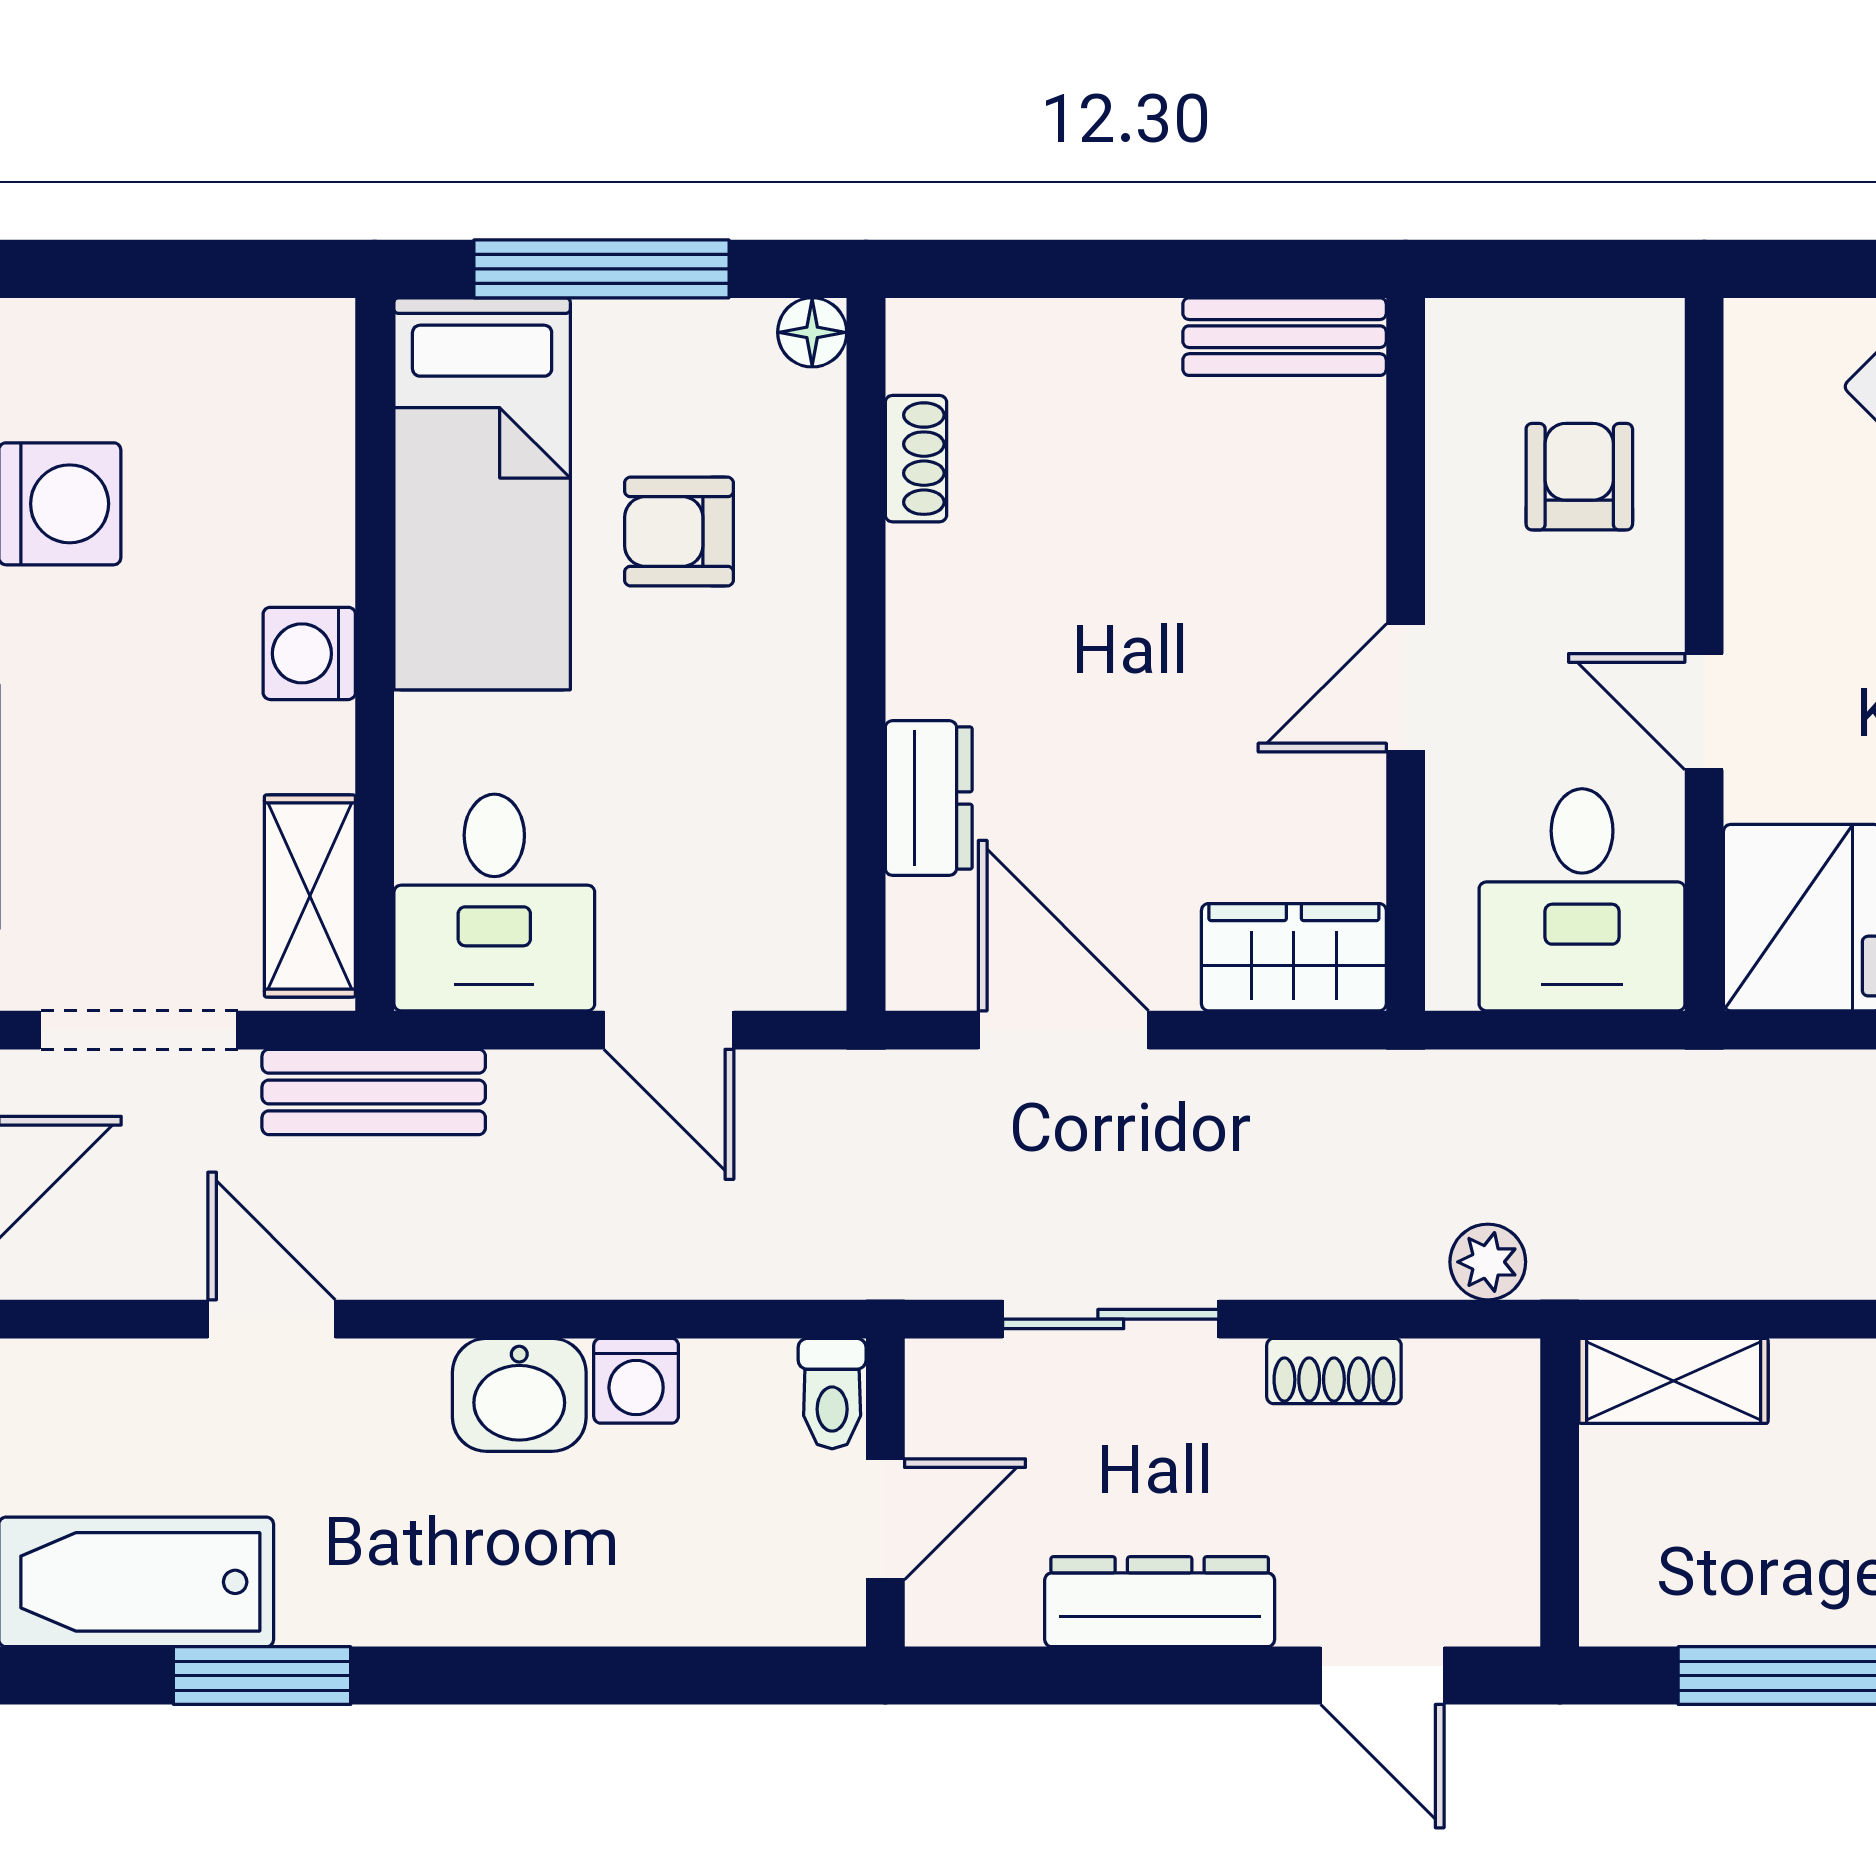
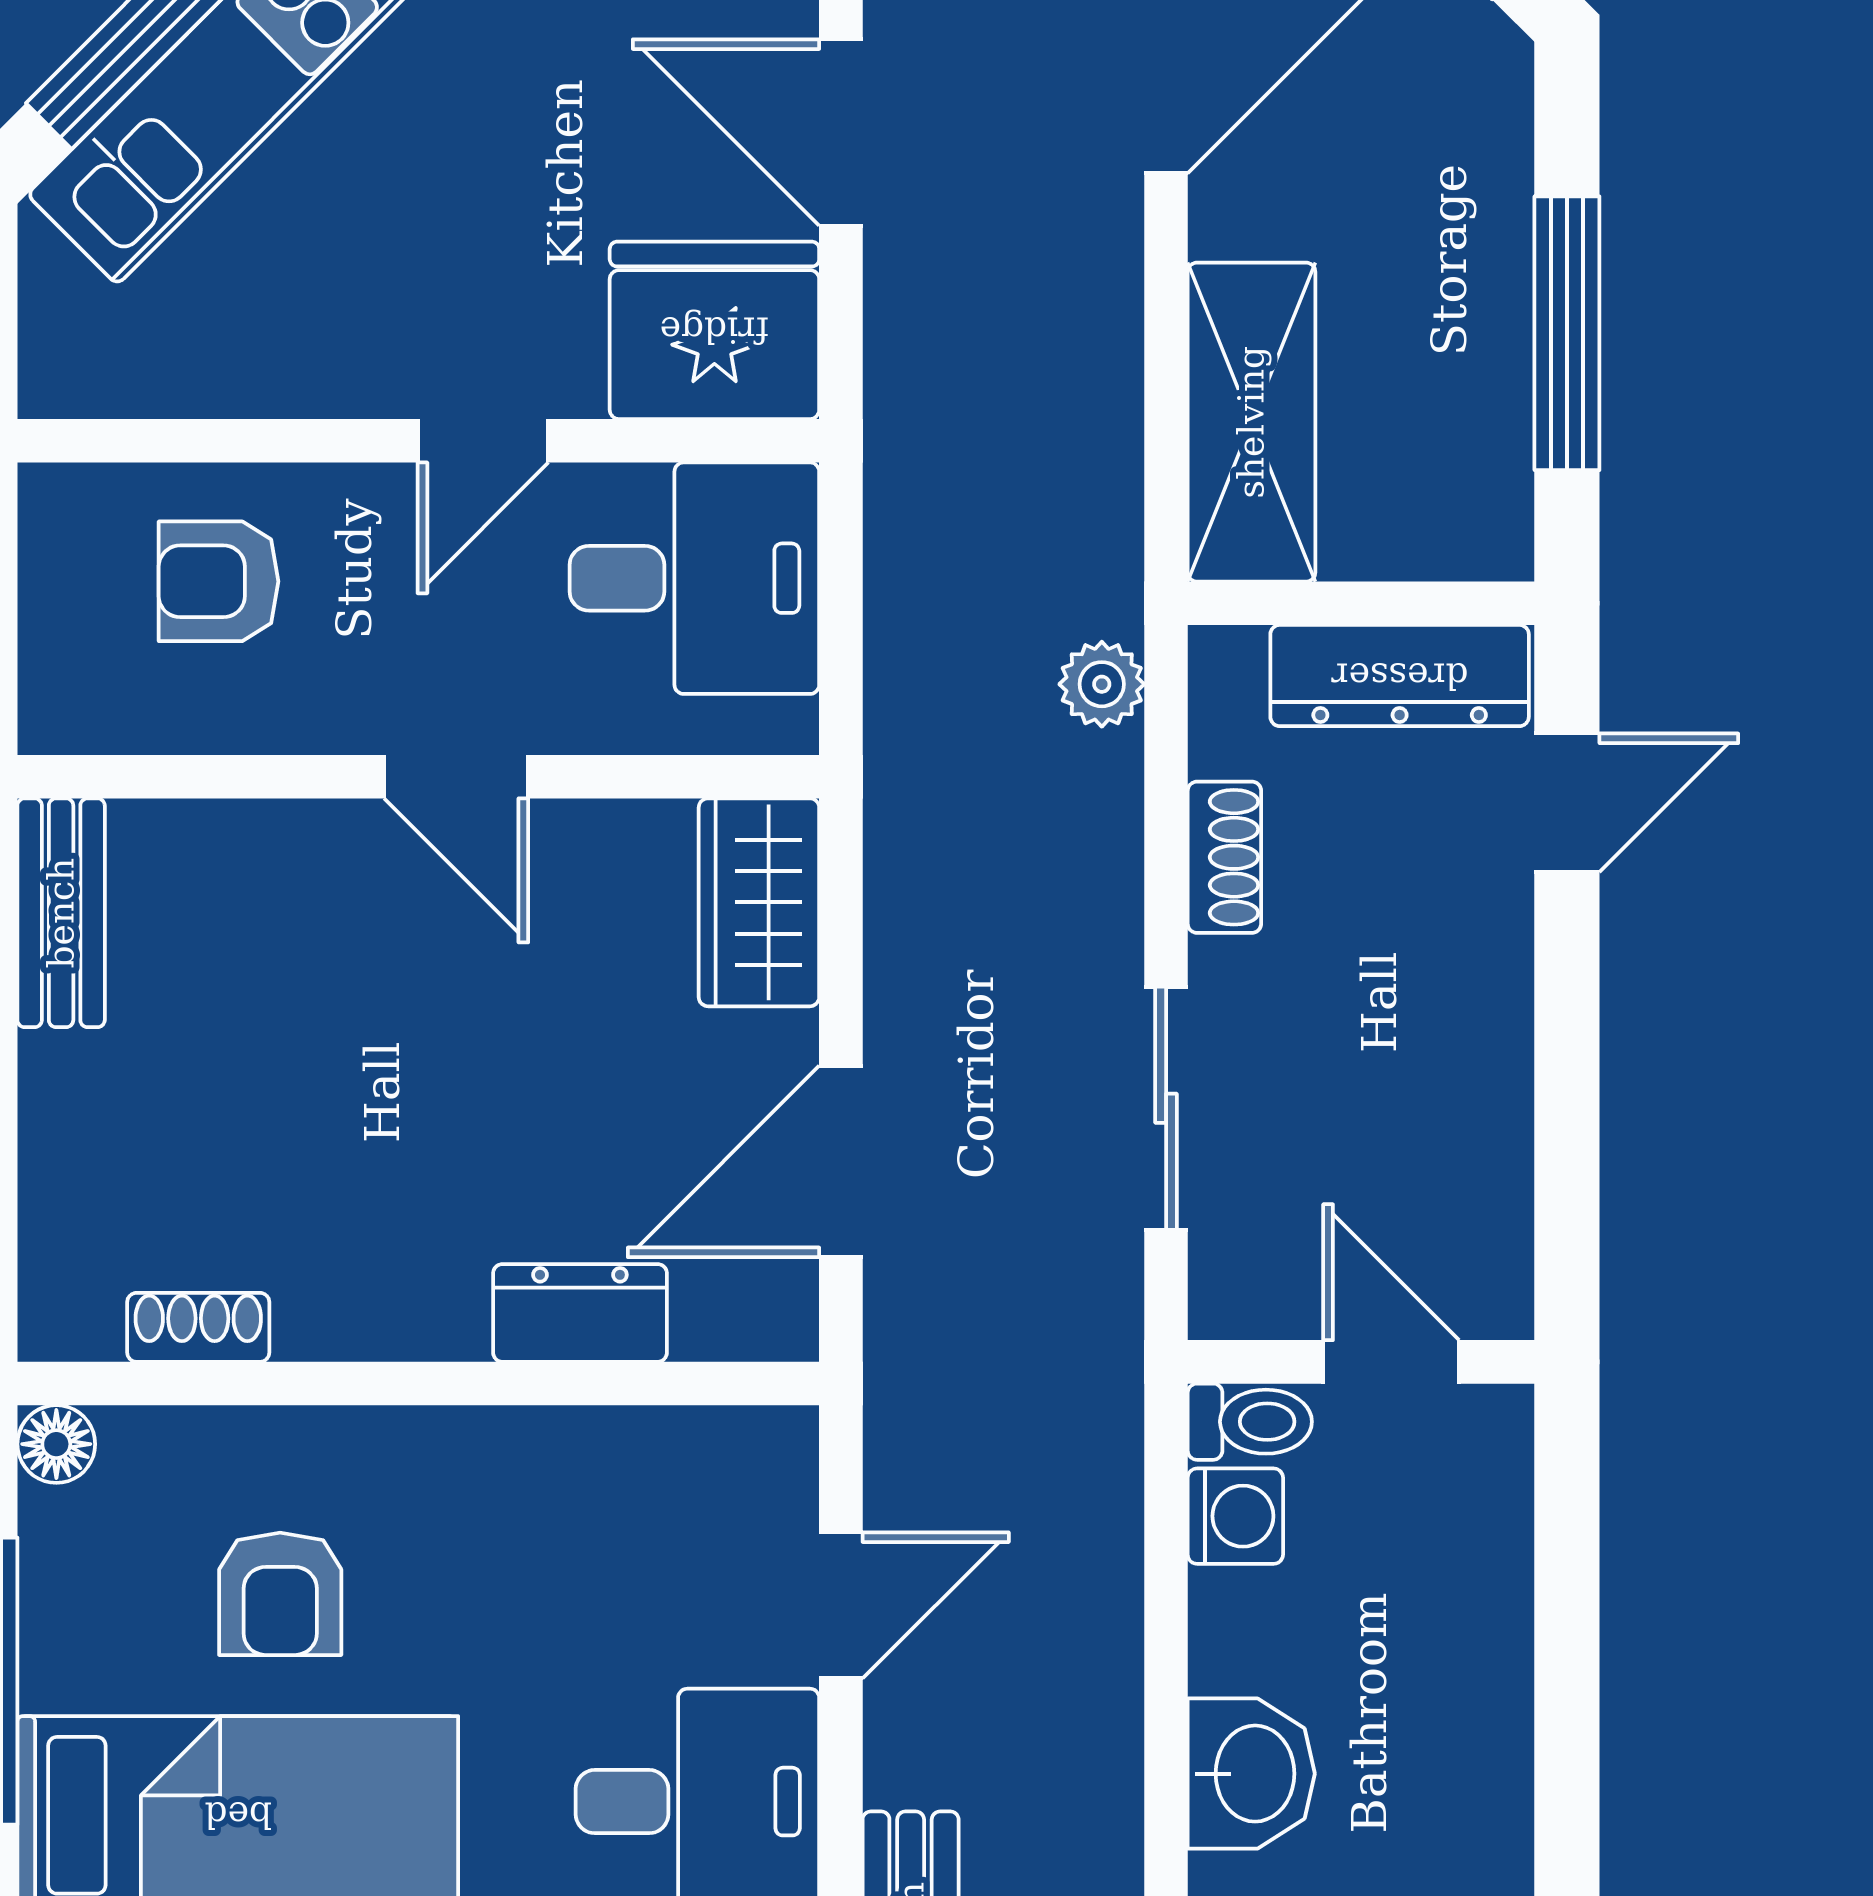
washing machine: (636, 1381) -> (1235, 1516), moved
shelving: (1674, 1381) -> (1251, 422), width x1.50, depth x1.33
dresser: (1160, 1602) -> (1400, 676), moved, turned -90

